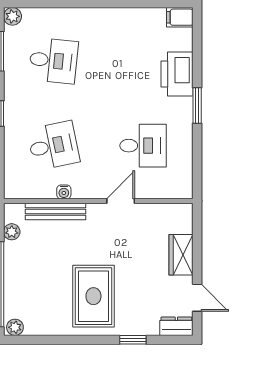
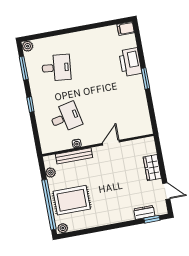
desk: (143, 146) -> (118, 108), removed
rug: (93, 296) -> (72, 200), moved, turned 90
dresser: (176, 326) -> (144, 212), moved
window: (133, 340) -> (152, 219), moved

